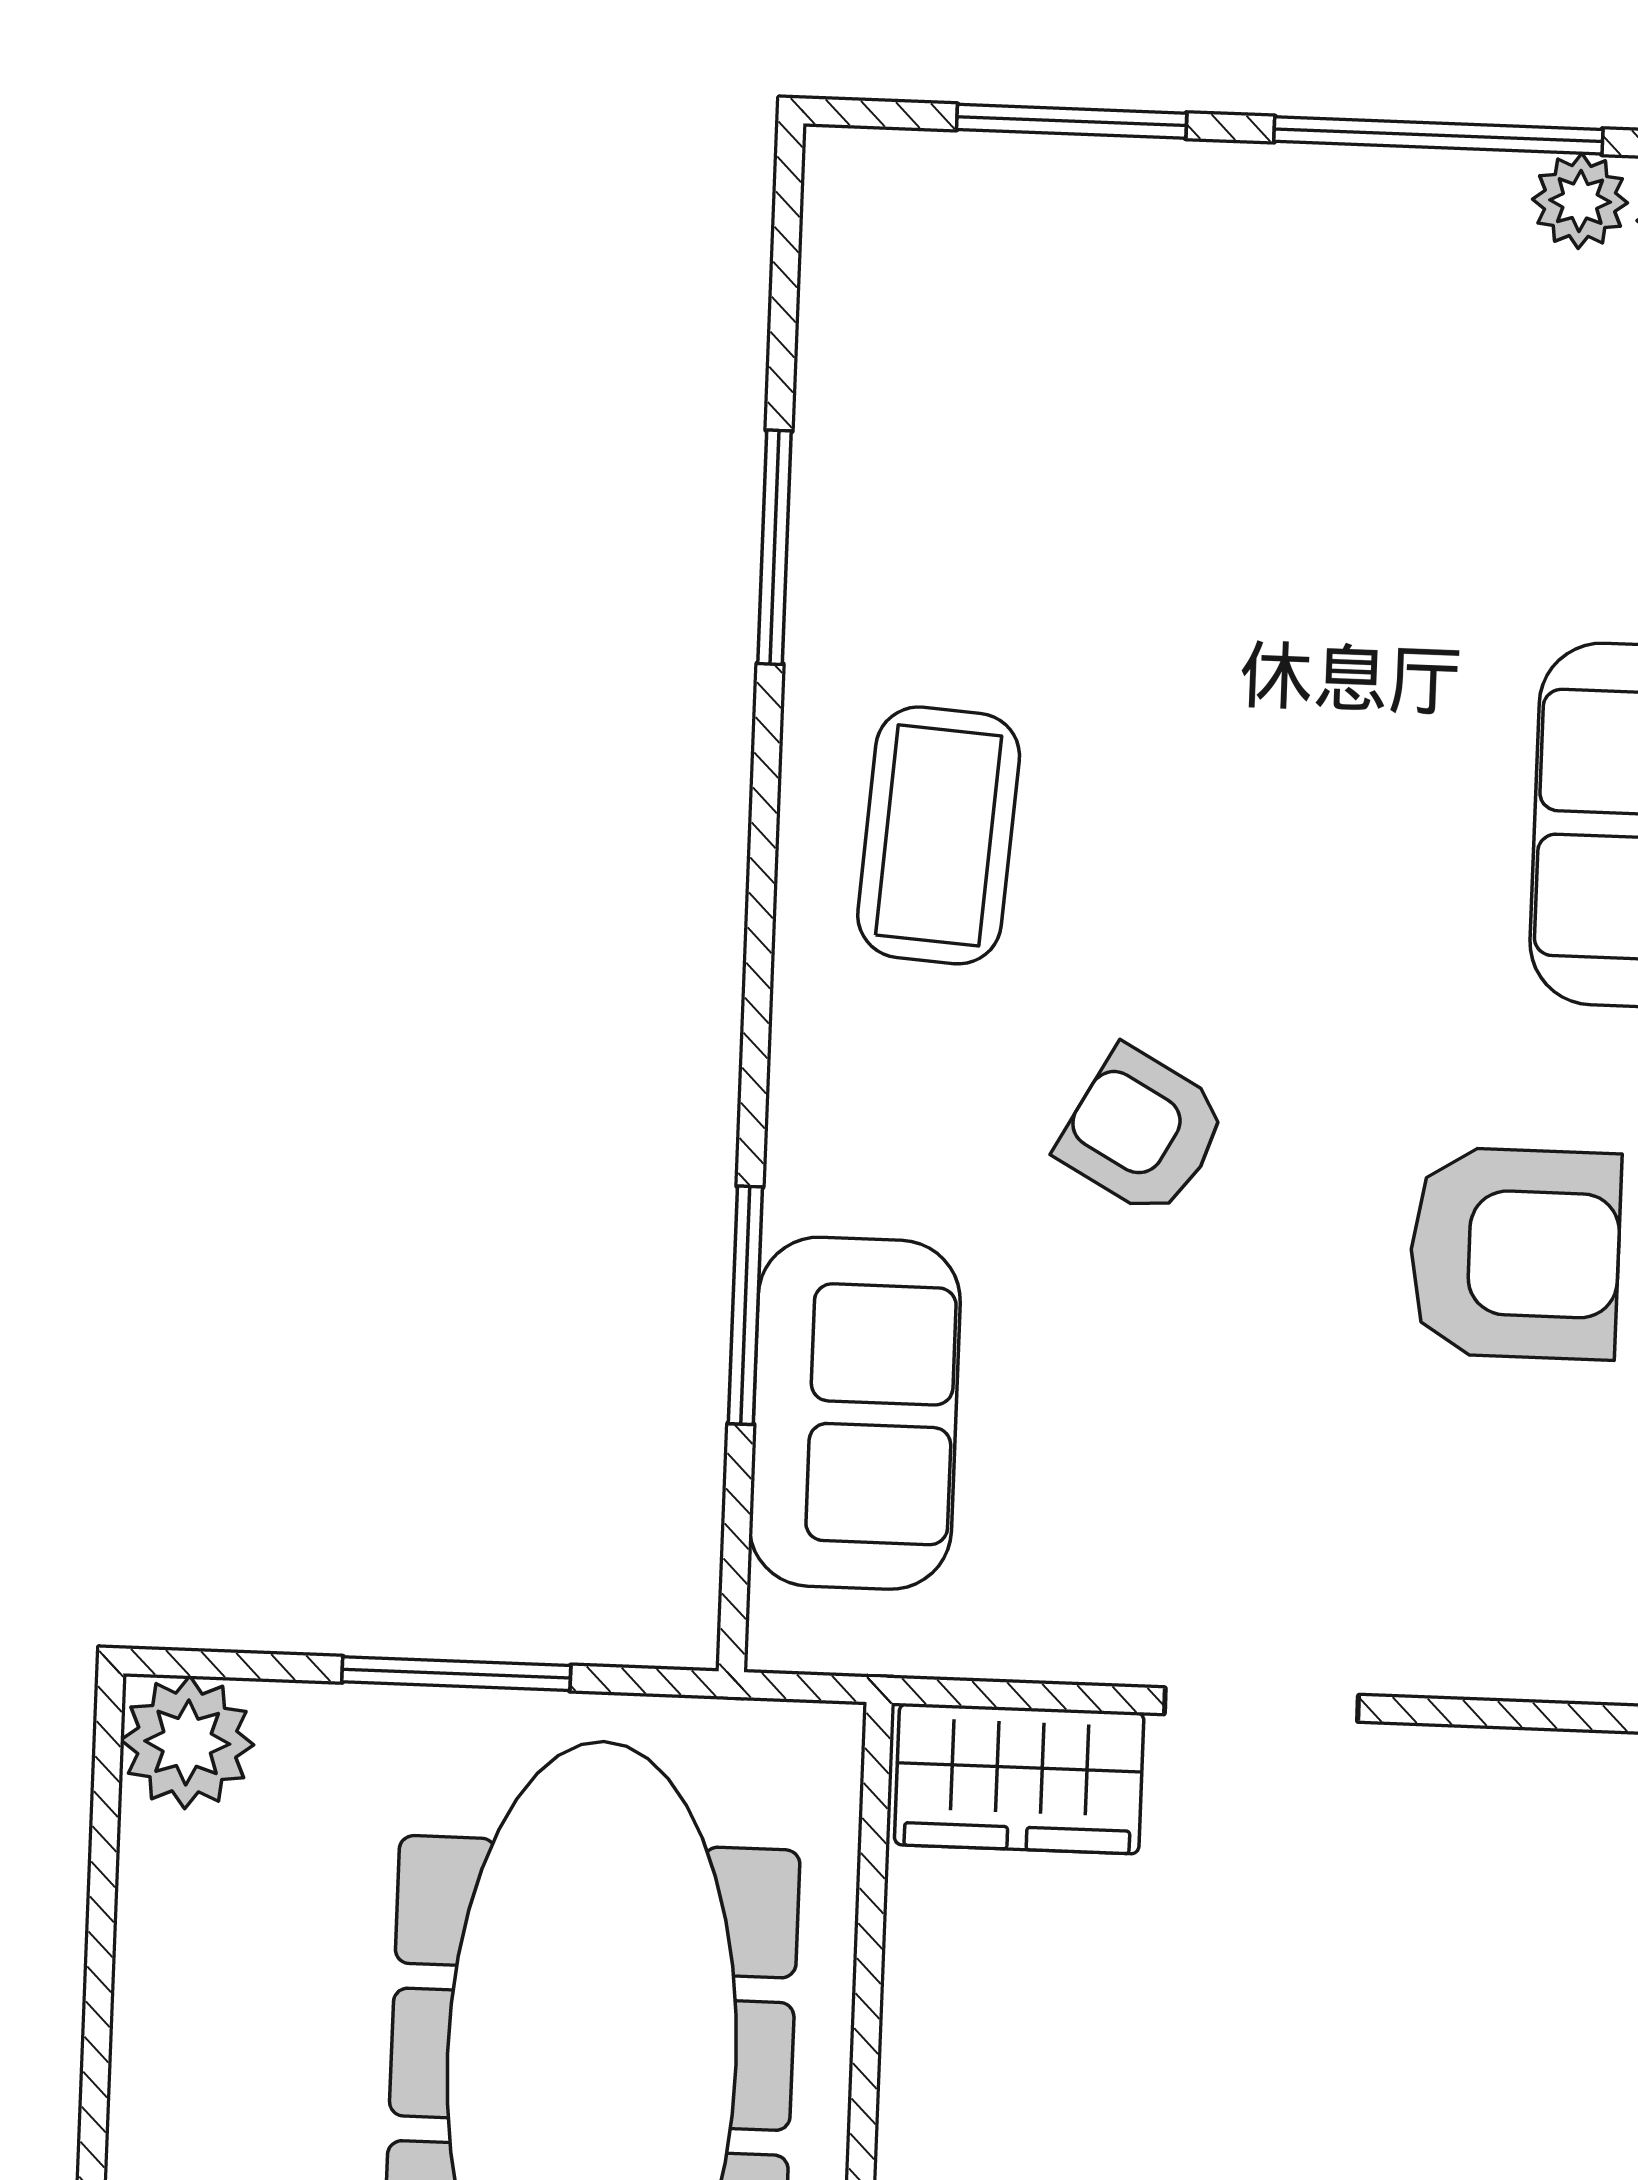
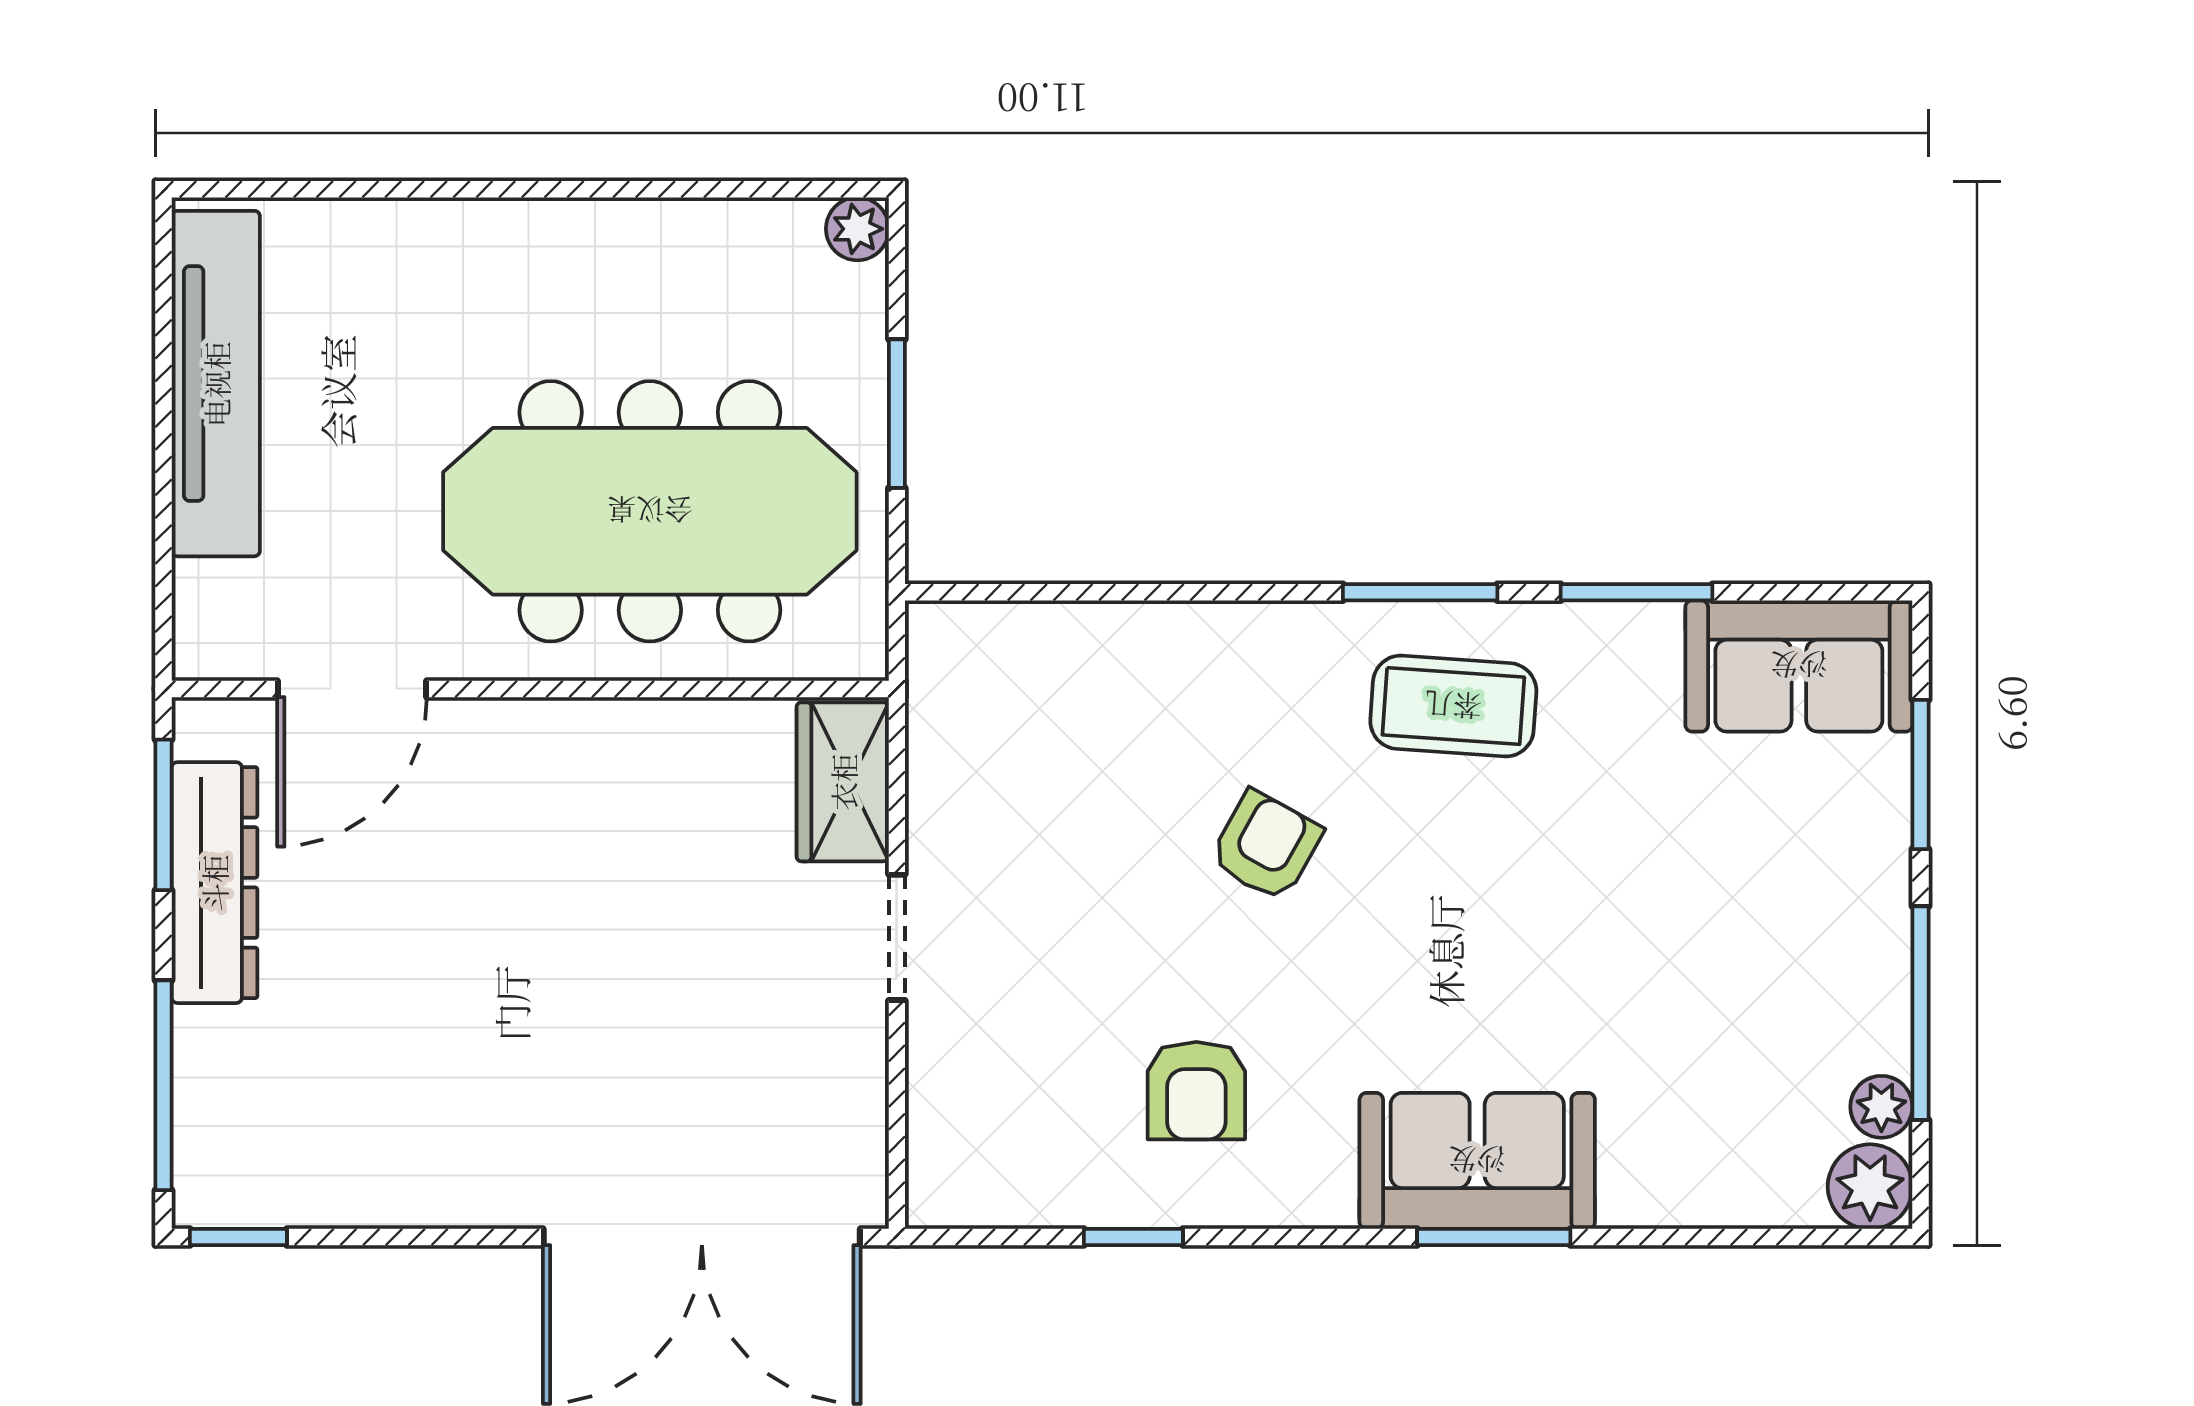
armchair: (1515, 1253) -> (1196, 1091), width x0.72, depth x0.72
window: (745, 1305) -> (1420, 592), moved
sofa: (855, 1413) -> (1799, 666), moved
plant: (187, 1742) -> (857, 229), width x0.73, depth x0.73

